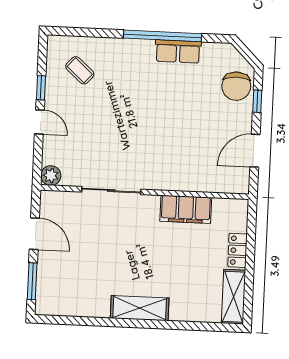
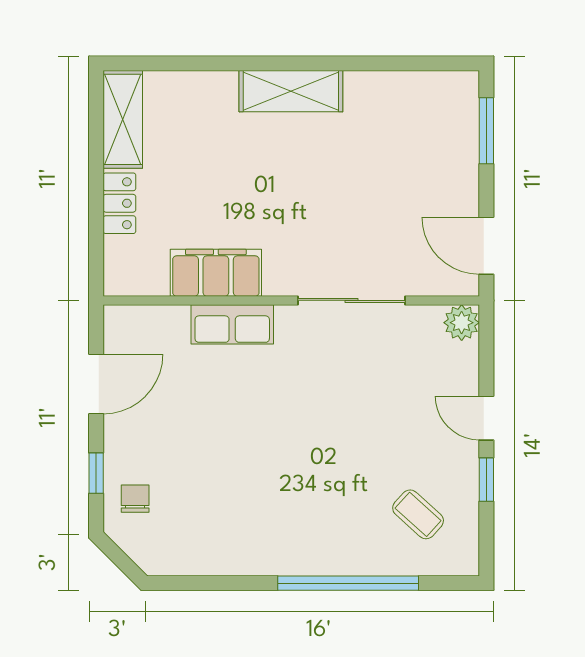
window: (162, 36) -> (348, 583), moved
row of seats: (178, 51) -> (232, 324), moved, turned 180
chair: (236, 86) -> (135, 499), width x0.54, depth x0.54
door: (34, 234) -> (486, 246), moved

